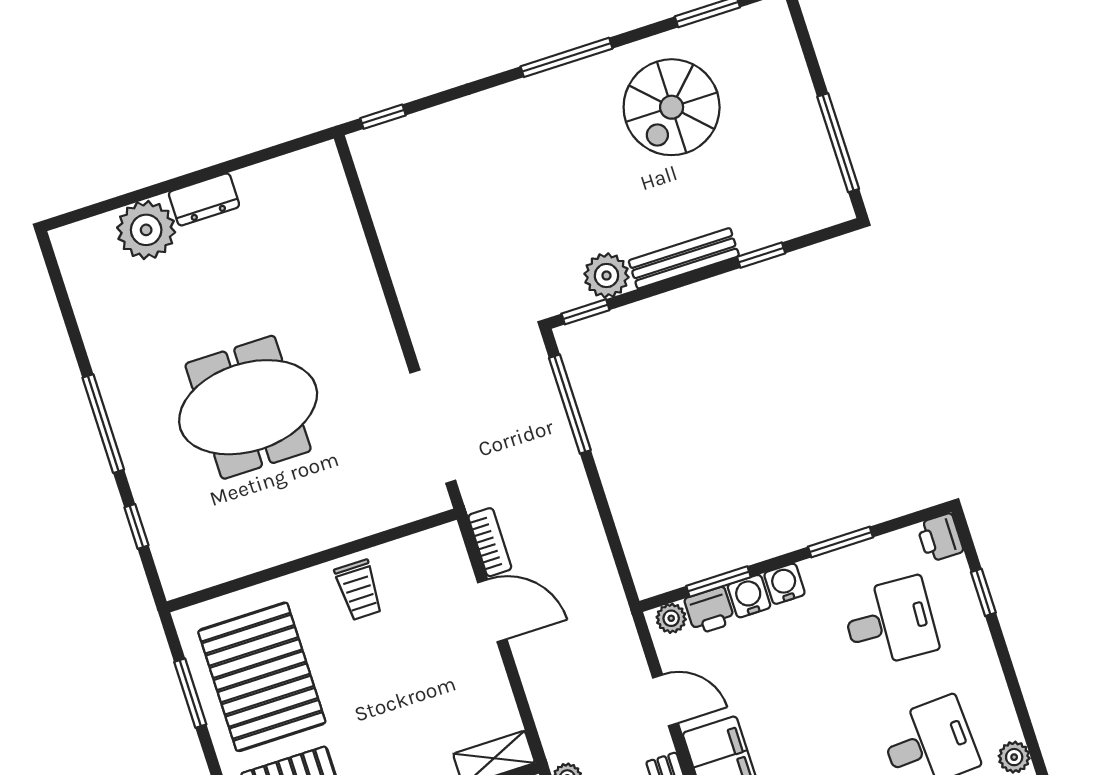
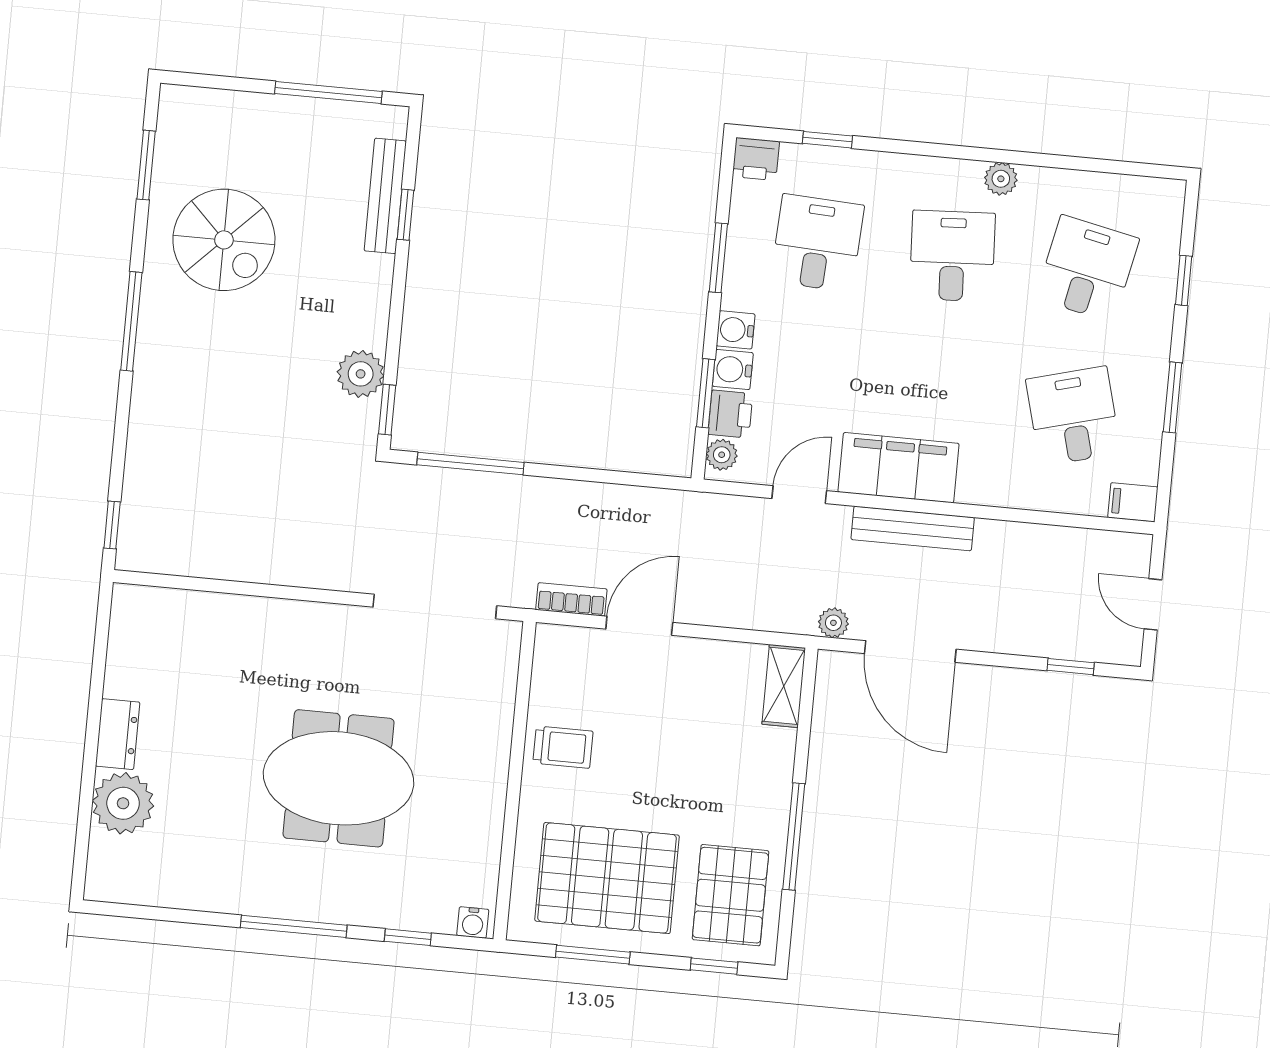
bench: (684, 258) -> (385, 196), moved
meeting table: (248, 407) -> (339, 778), turned 90
water cooler: (173, 577) -> (473, 922), added

